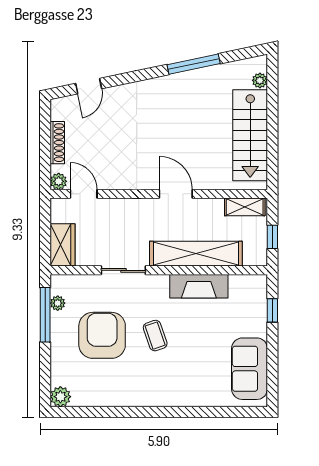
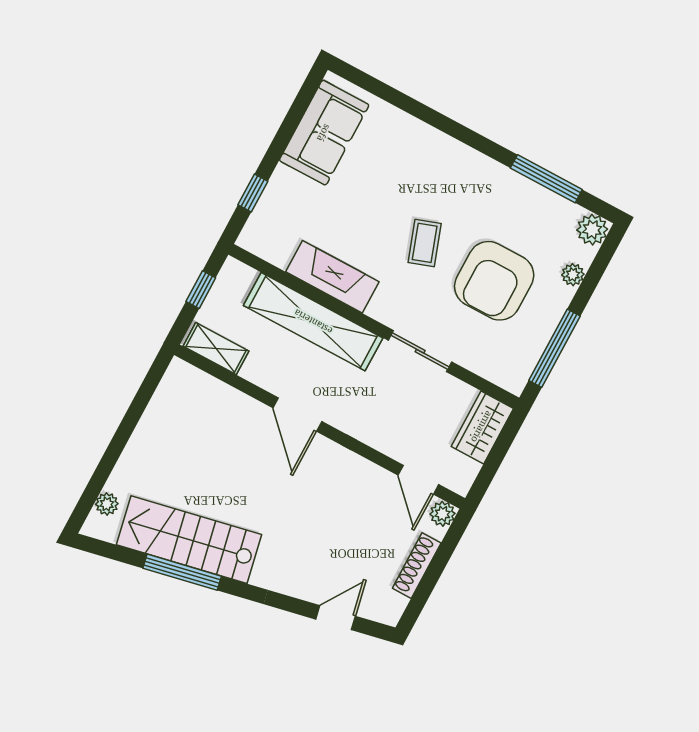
stairs: (250, 135) -> (189, 540), moved, turned -102
plant: (58, 303) -> (573, 275), moved
window: (104, 412) -> (546, 179), added

